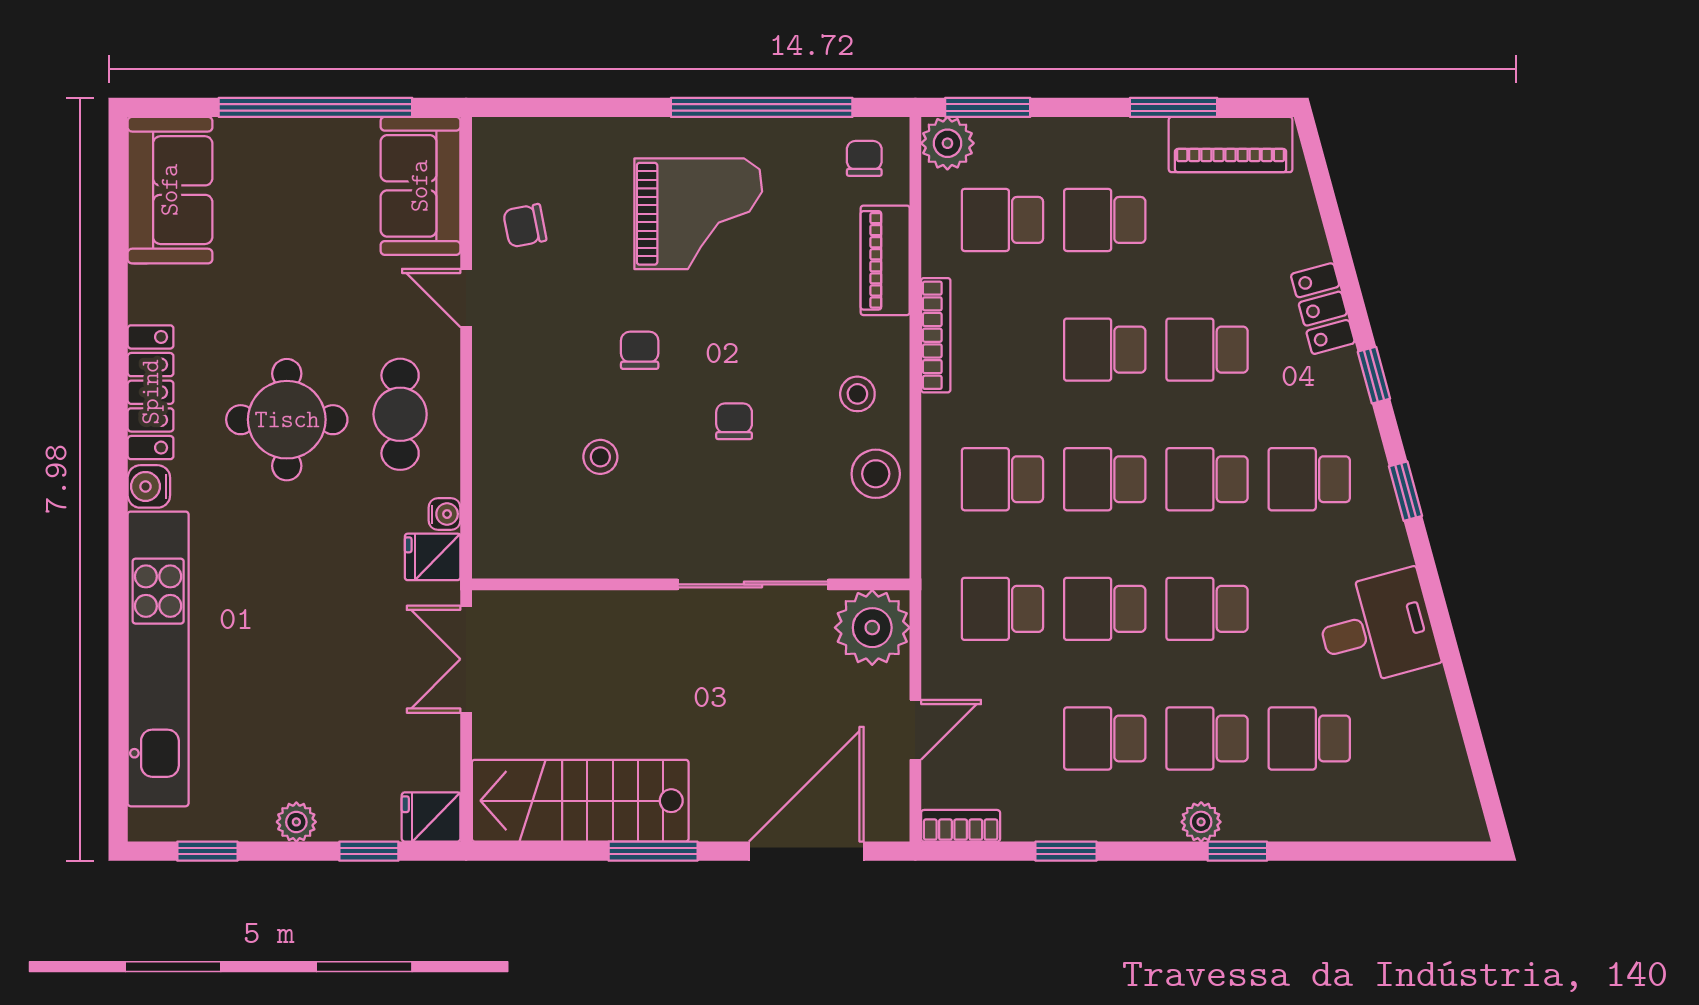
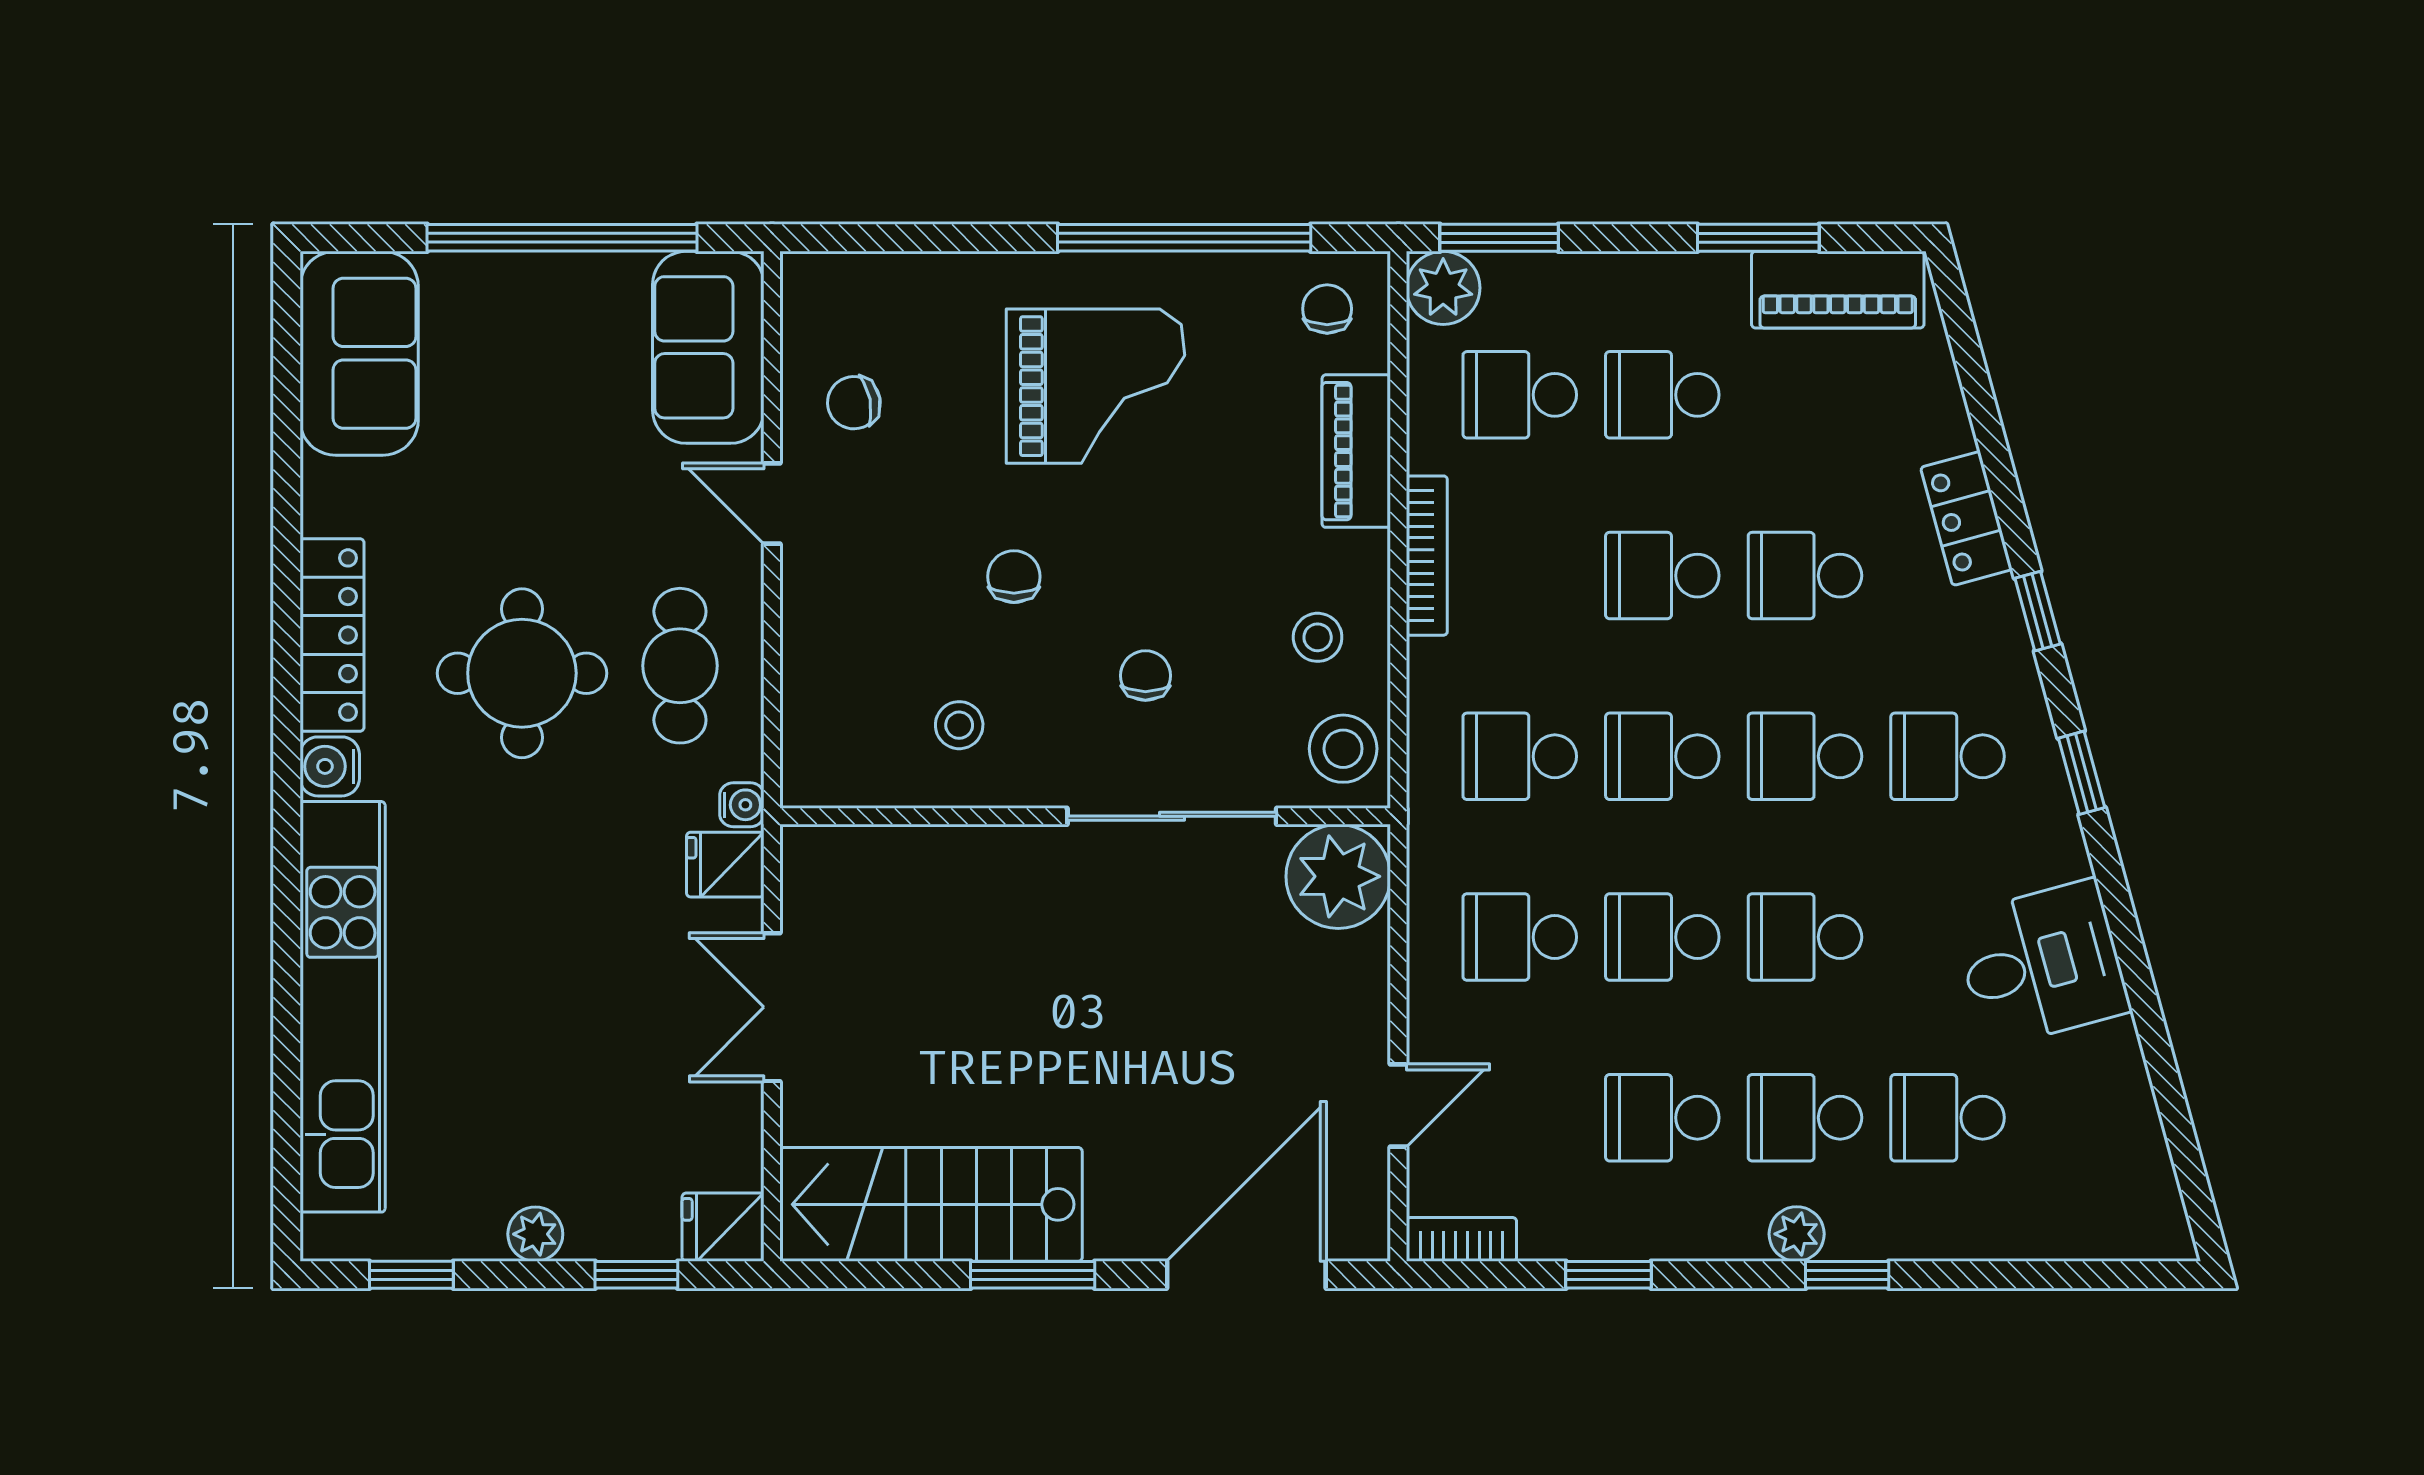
wall: (691, 584) -> (1085, 816), moved
sliding door: (753, 584) -> (1172, 816), moved
plant: (872, 628) -> (1338, 876), moved

